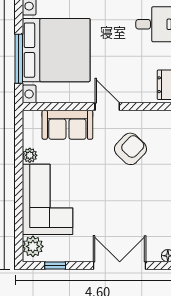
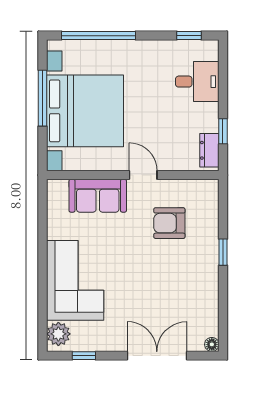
window: (19, 59) -> (42, 98), moved
armchair: (130, 149) -> (169, 223), turned -134
plant: (30, 155) -> (55, 230), removed

